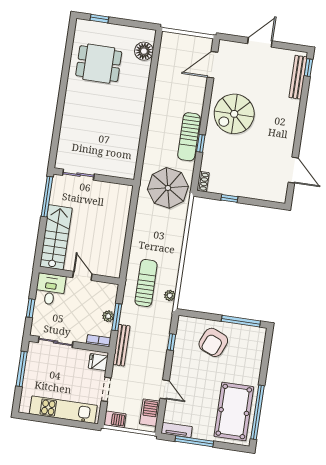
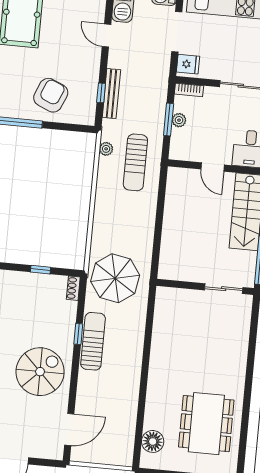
dining table: (99, 64) -> (206, 424), width x1.38
bench: (121, 345) -> (111, 94), moved
doorway: (106, 389) -> (177, 32), width x1.38

